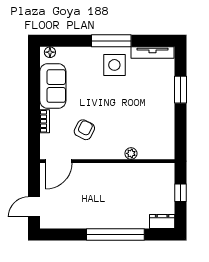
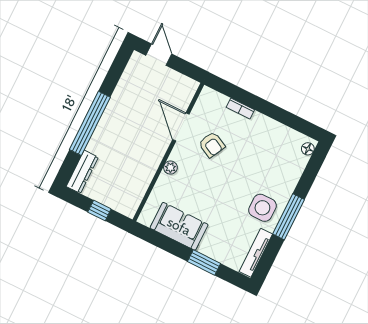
sofa: (53, 86) -> (179, 226), moved, turned 180
plant: (131, 153) -> (170, 168), moved
door: (59, 161) -> (181, 127), moved
dresser: (162, 221) -> (82, 172), width x1.44

